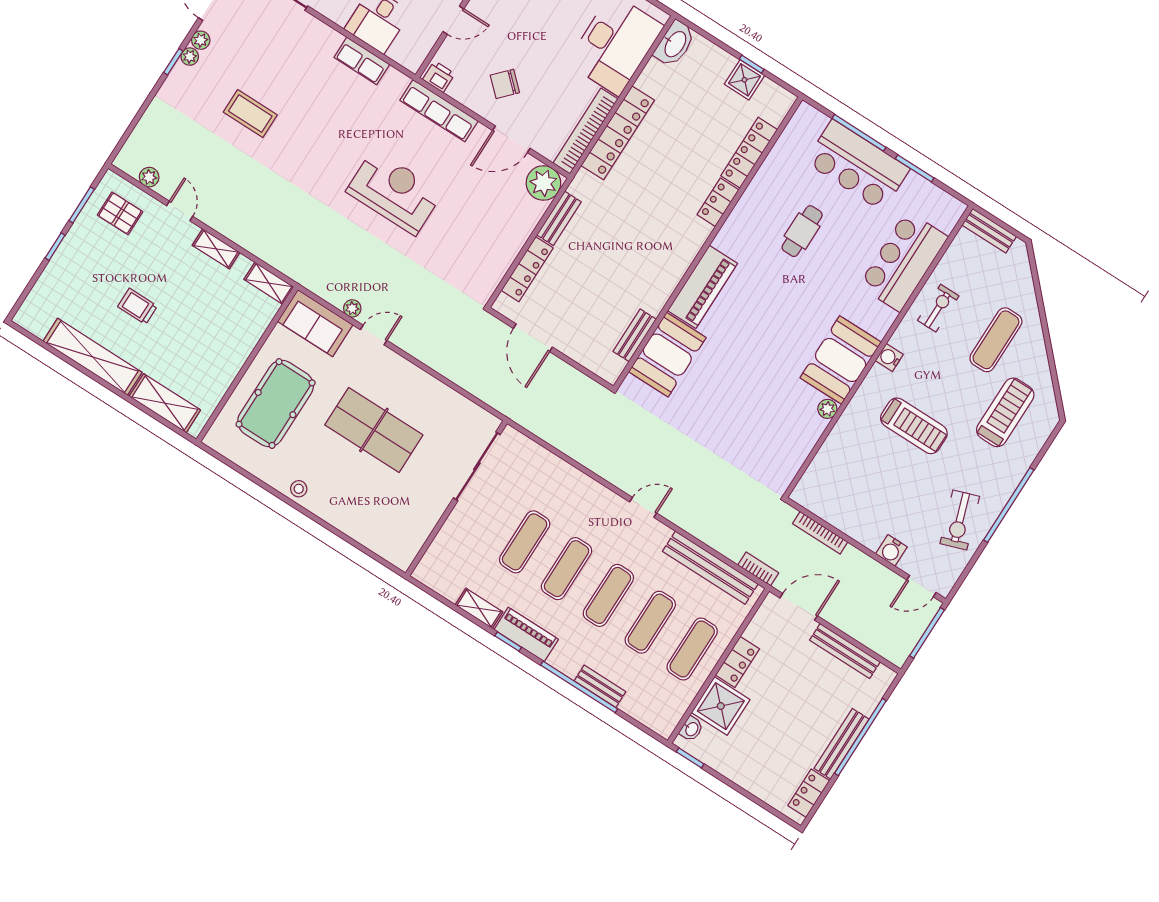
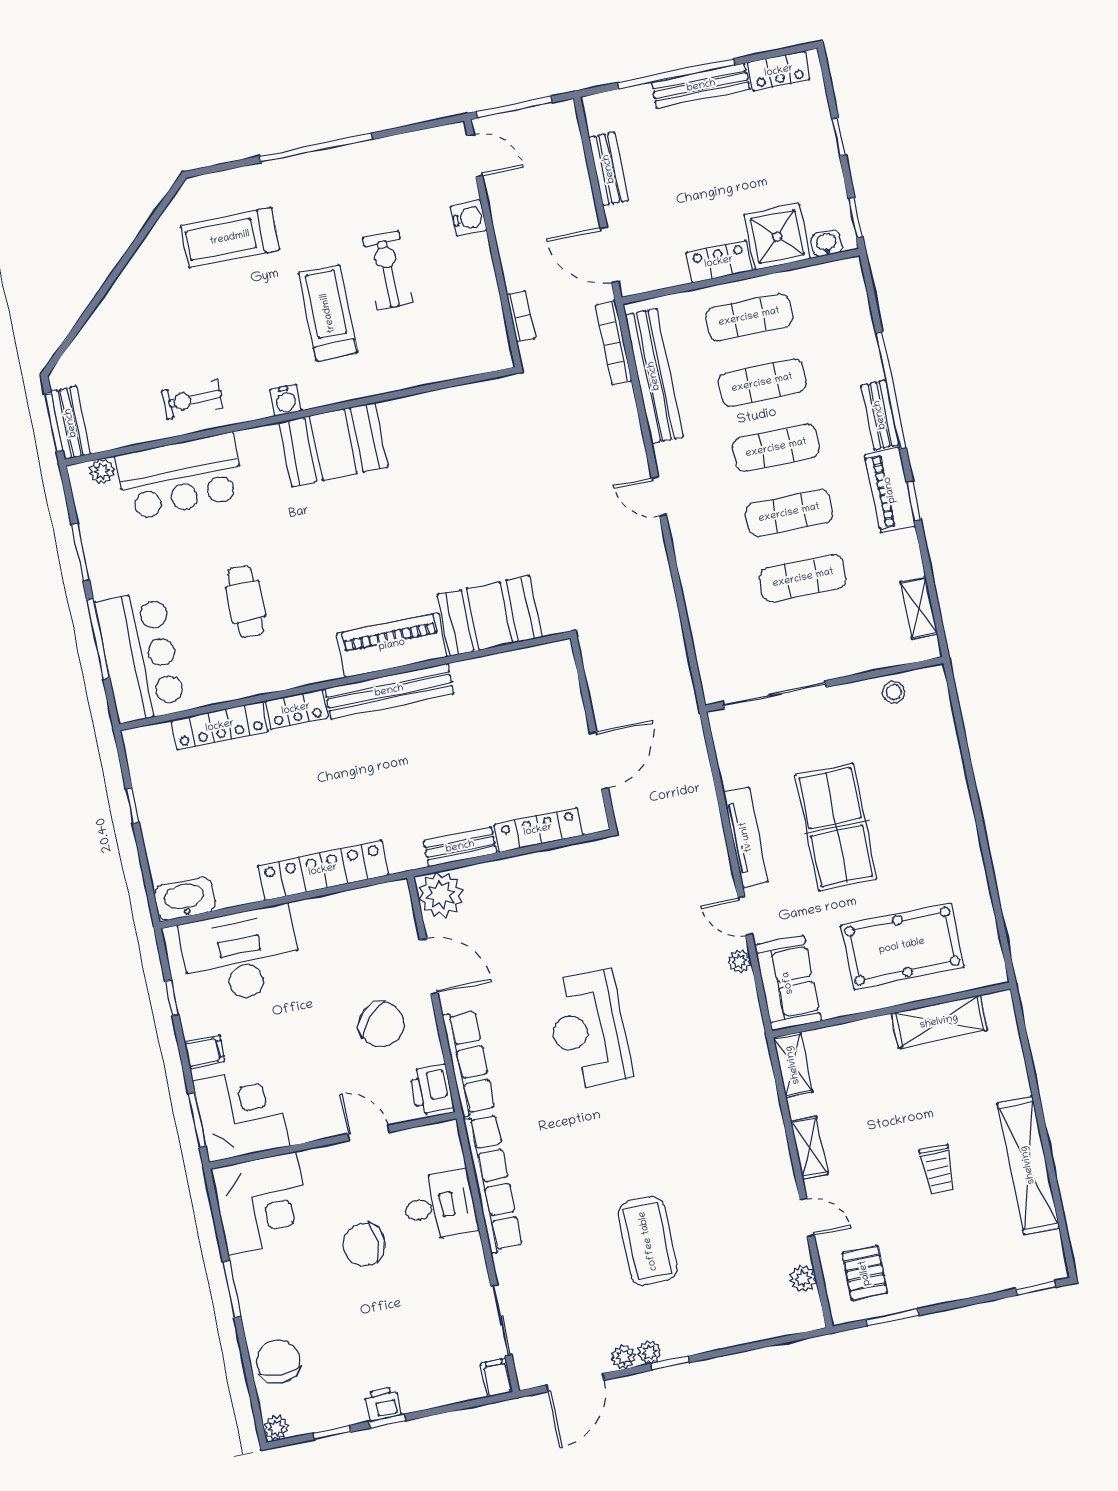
row of seats: (362, 61) -> (493, 1183), width x2.02
printer: (439, 77) -> (432, 1089), width x1.36, depth x1.24
shower: (744, 80) -> (154, 798), removed
chair: (505, 84) -> (382, 1024), width x1.37, depth x1.37
coffee table: (250, 114) -> (648, 1241), width x1.36, depth x1.32
bookcase: (586, 131) -> (352, 903), removed
bar counter: (858, 165) -> (140, 656), moved
door: (180, 211) -> (807, 1218), swing flipped
window: (998, 222) -> (54, 422), added
cafe table: (802, 231) -> (246, 602), turned 90
window: (55, 247) -> (1036, 1288), moved
bench: (635, 335) -> (389, 691), moved, width x1.86, depth x1.21
exercise mat: (996, 340) -> (169, 314), removed
tv unit: (415, 376) -> (746, 837), added
shelving: (165, 403) -> (939, 1022), moved, turned 90
plant: (827, 409) -> (102, 471), moved
stool: (299, 489) -> (894, 692), moved
exercise bike: (960, 520) -> (388, 270), moved, turned -71
bookcase: (820, 533) -> (521, 316), width x0.64
bookcase: (758, 569) -> (614, 343), width x1.56
shelving: (479, 608) -> (919, 608), moved
bench: (845, 651) -> (609, 169), width x0.73
bench: (600, 686) -> (880, 415), moved
window: (742, 791) -> (839, 137), added

